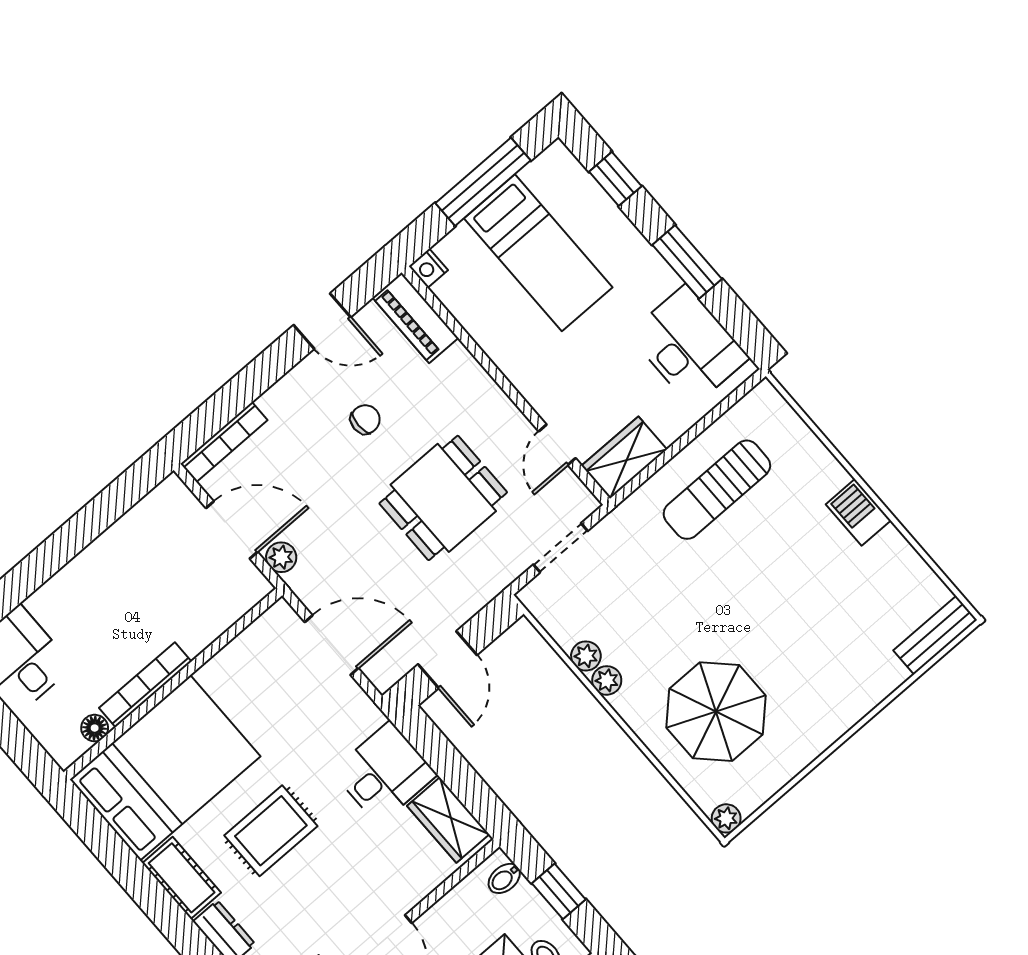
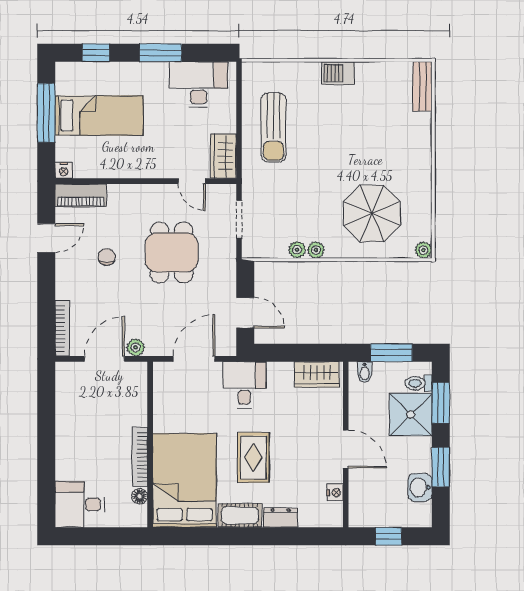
desk: (384, 773) -> (244, 385), moved
window: (559, 891) -> (391, 353), width x1.50

